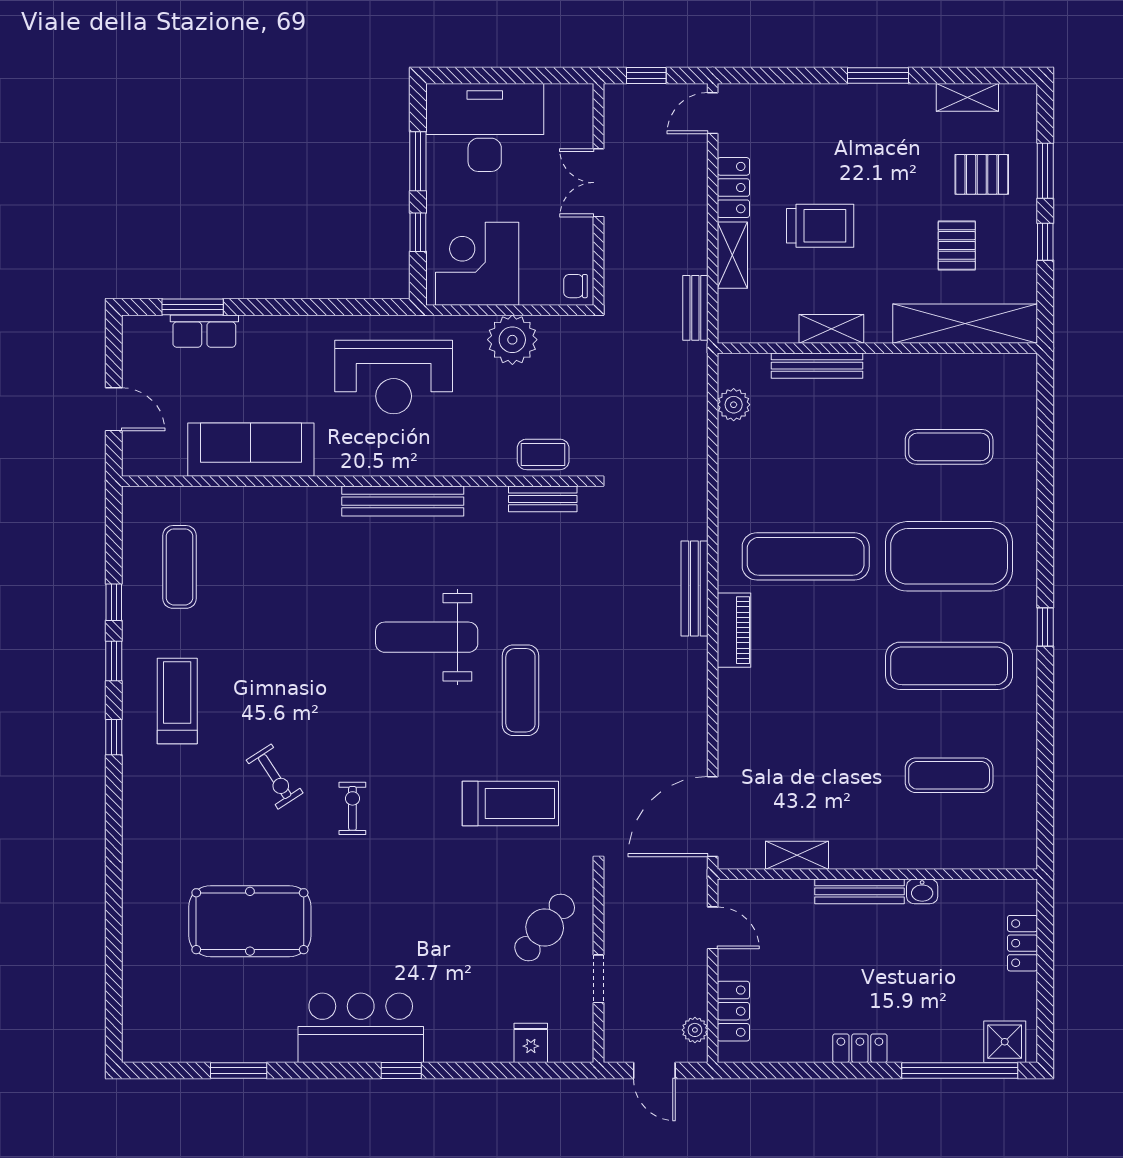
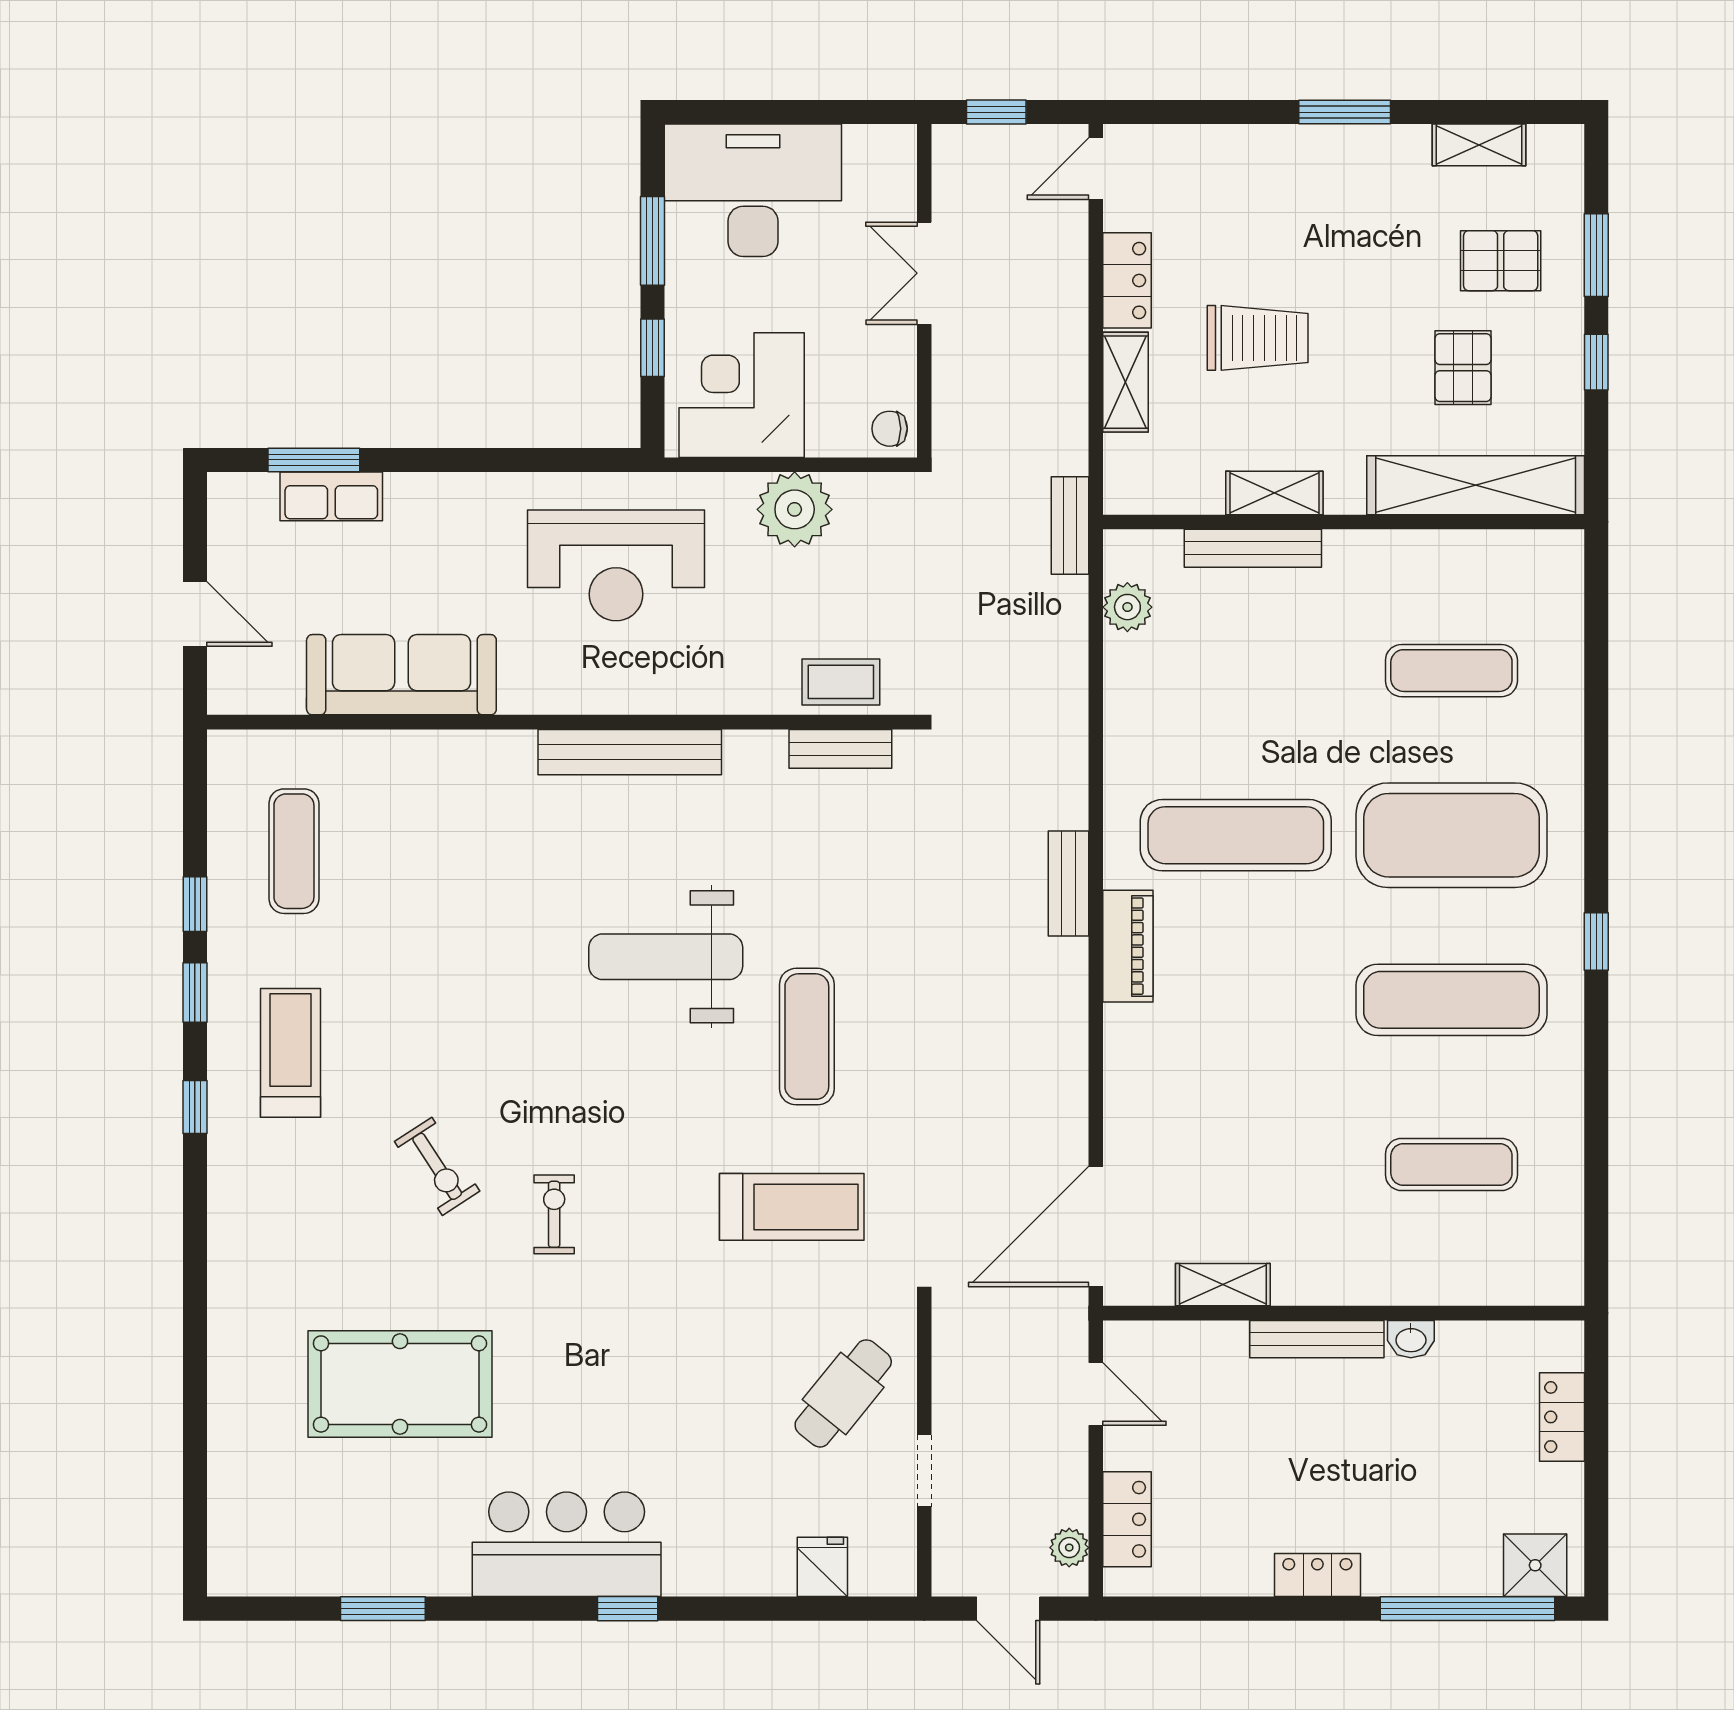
bench: (695, 308) -> (1070, 526), moved
bench: (694, 588) -> (1069, 884), width x0.73

